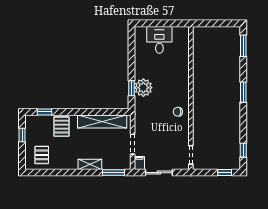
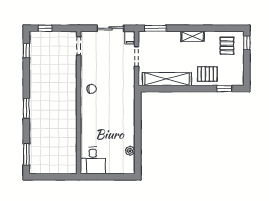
desk: (159, 40) -> (93, 160), moved
window: (132, 88) -> (138, 112), removed
plant: (143, 88) -> (130, 151), moved, width x0.53, depth x0.53
pallet: (62, 127) -> (207, 74), turned 90
window: (22, 135) -> (247, 43), moved
shelving: (90, 164) -> (193, 36), moved

